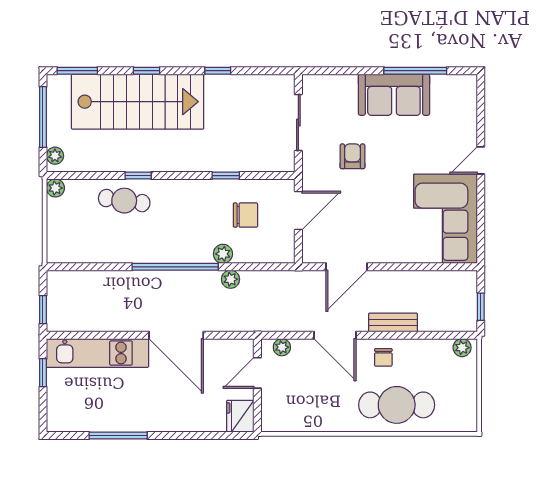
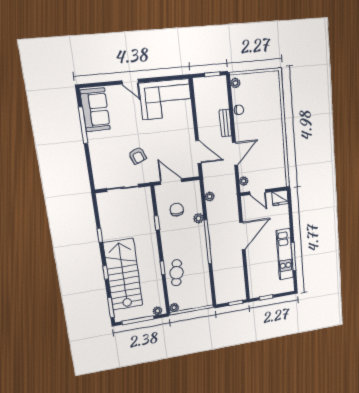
sofa: (394, 95) -> (95, 110), moved
armchair: (352, 156) -> (137, 156), turned -111
plant: (231, 279) -> (210, 197), moved
kitchen unit: (97, 353) -> (285, 254), moved, turned 180
chair: (383, 357) -> (239, 110), moved
cafe table: (397, 405) -> (268, 116), removed

